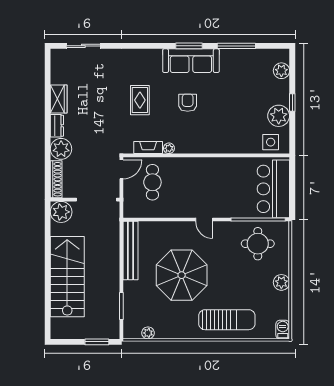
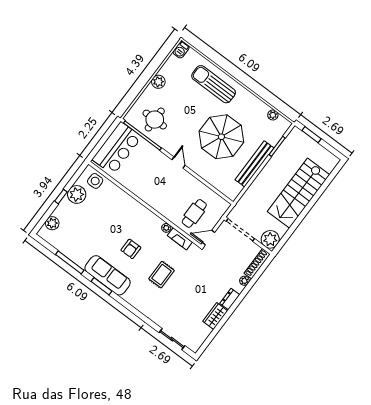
plant: (61, 149) -> (244, 281), width x0.53, depth x0.53
bench: (130, 251) -> (254, 164), moved

